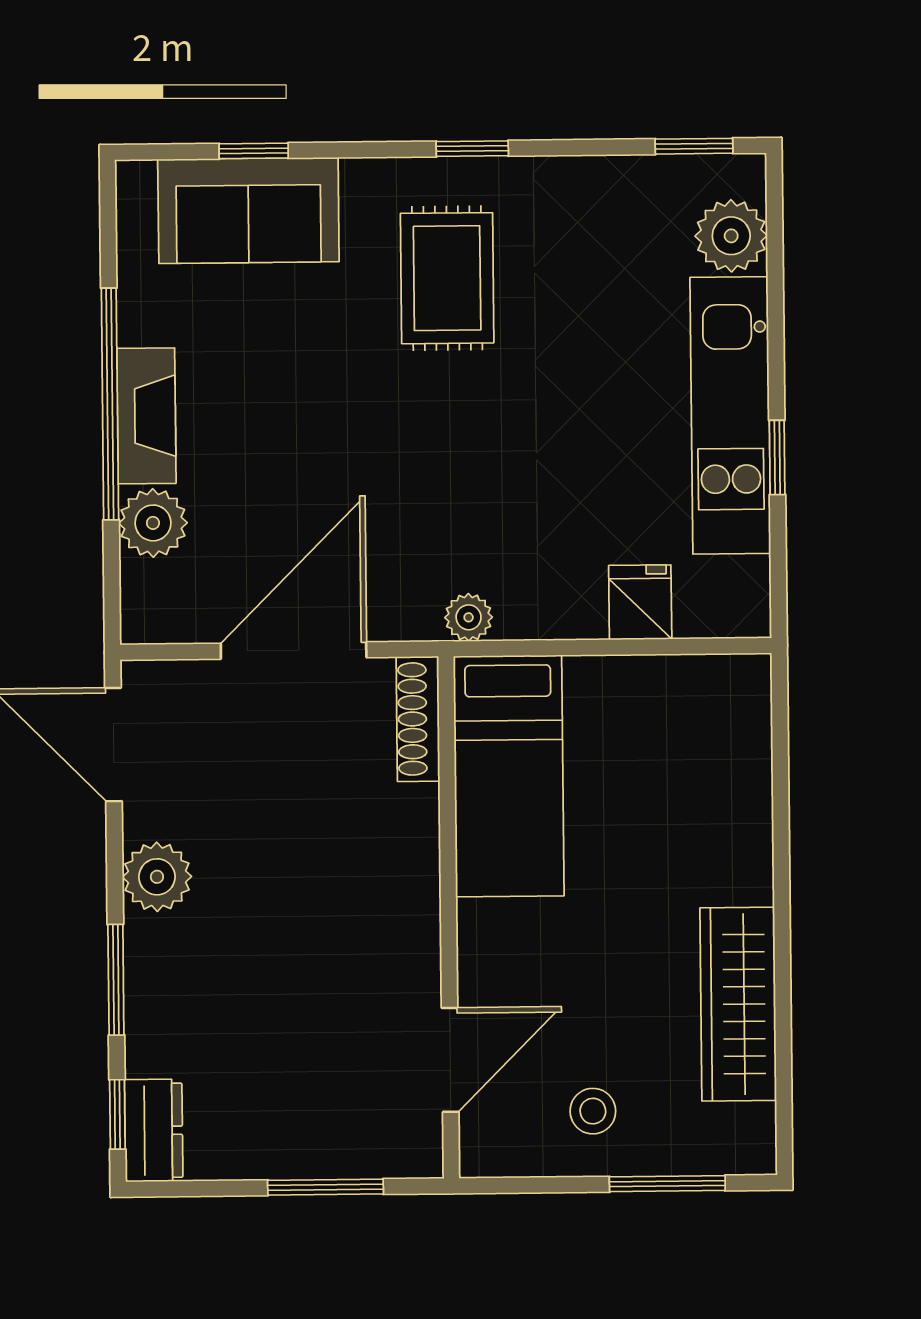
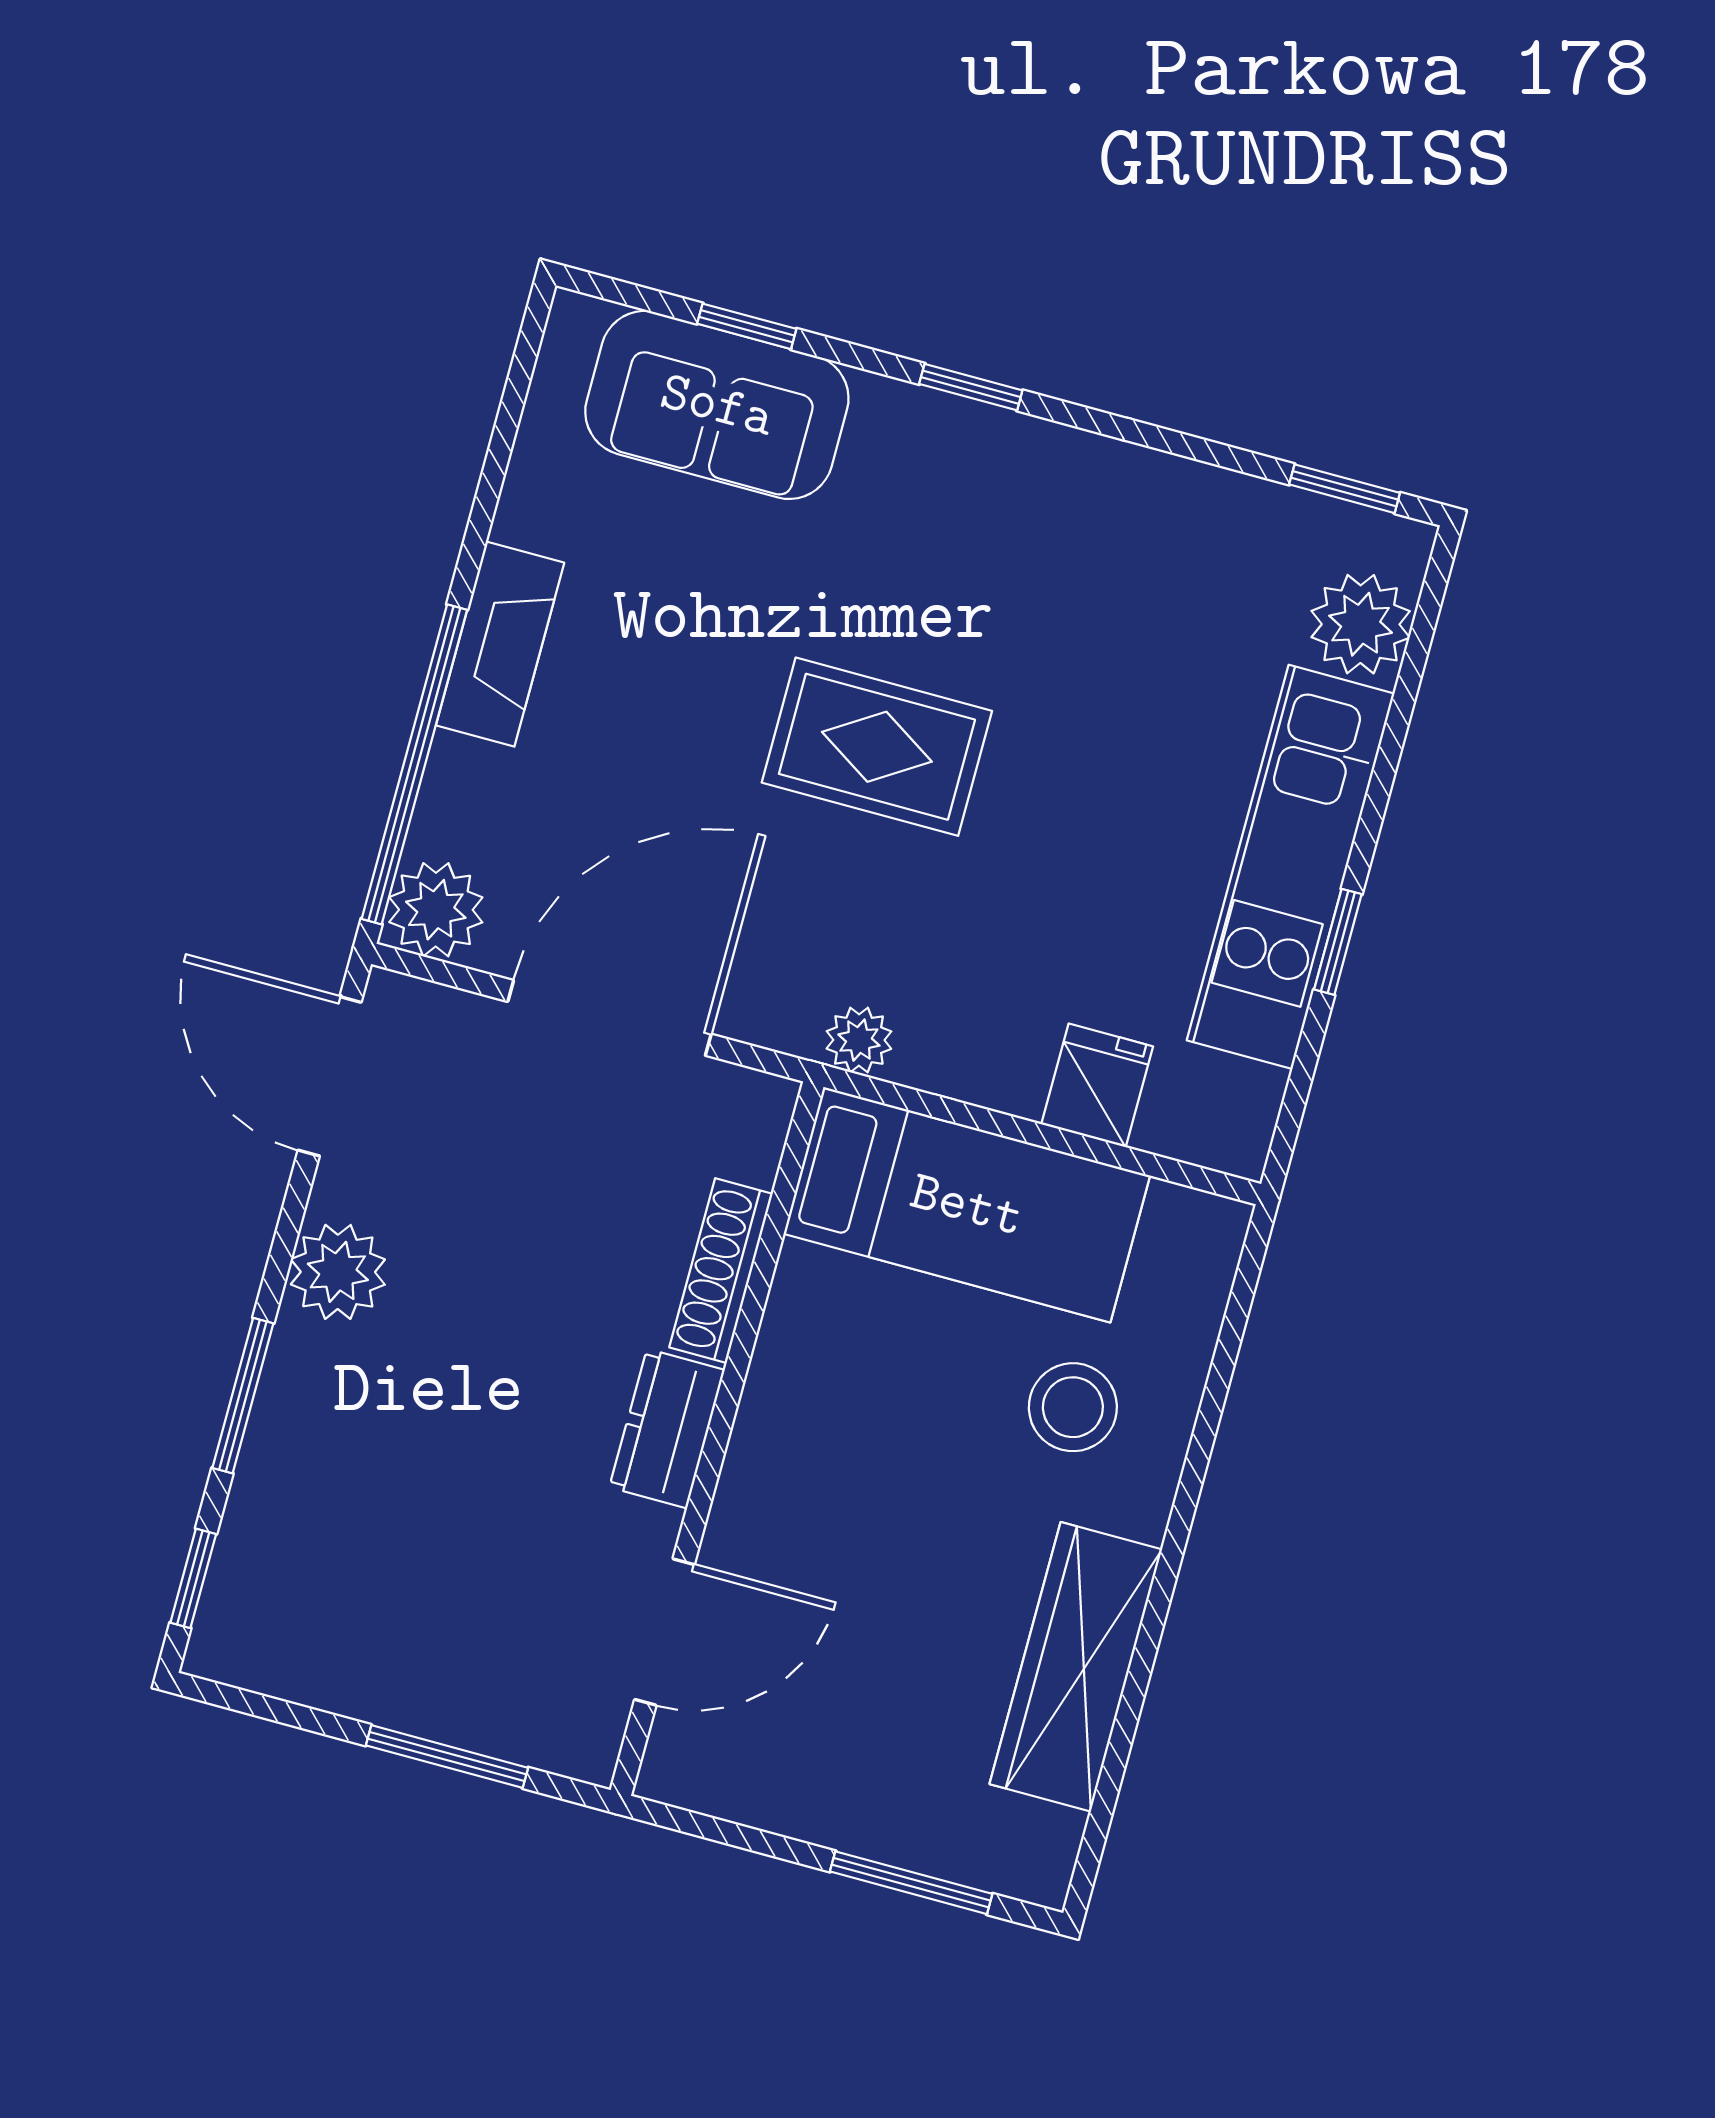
window: (472, 149) -> (971, 387), moved
rug: (447, 278) -> (877, 747), moved, turned 90
window: (110, 404) -> (414, 764), moved
plant: (153, 523) -> (436, 910), moved
shoe rack: (418, 719) -> (721, 1271), moved
bed: (509, 776) -> (967, 1205), moved, turned -90
stool: (593, 1111) -> (1073, 1407), moved, width x1.37, depth x1.37
dresser: (154, 1130) -> (667, 1429), moved, turned 180

